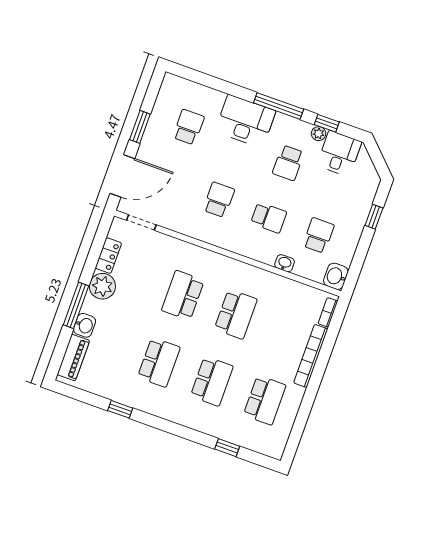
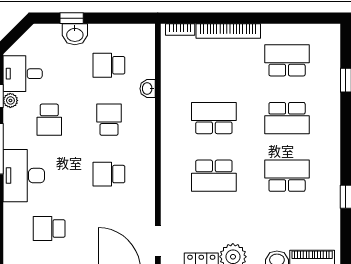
school desk: (288, 163) -> (49, 120), turned 90
washbasin: (336, 276) -> (75, 34), moved
school desk: (212, 381) -> (287, 118), turned 180

